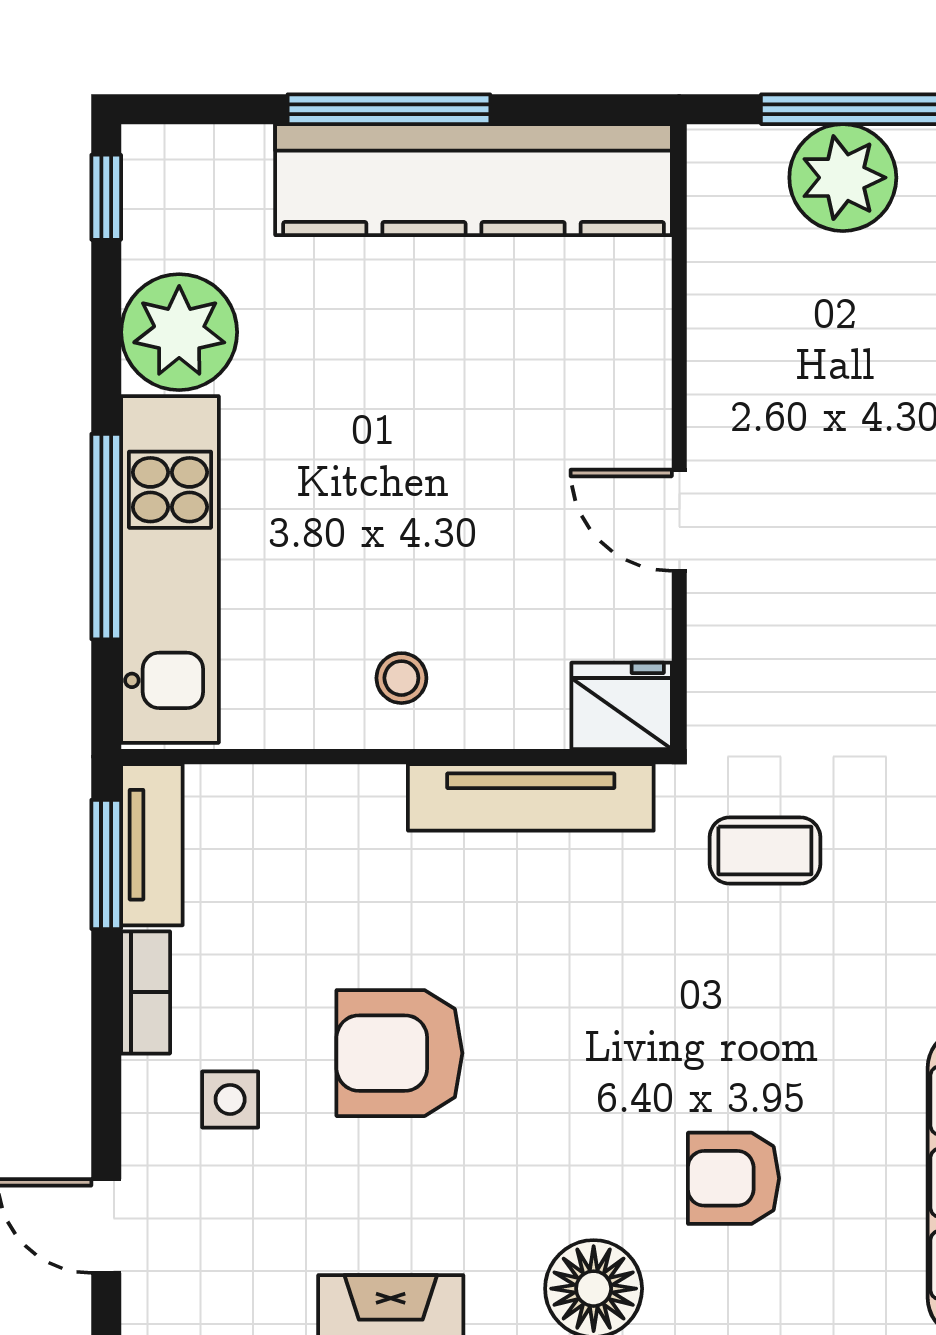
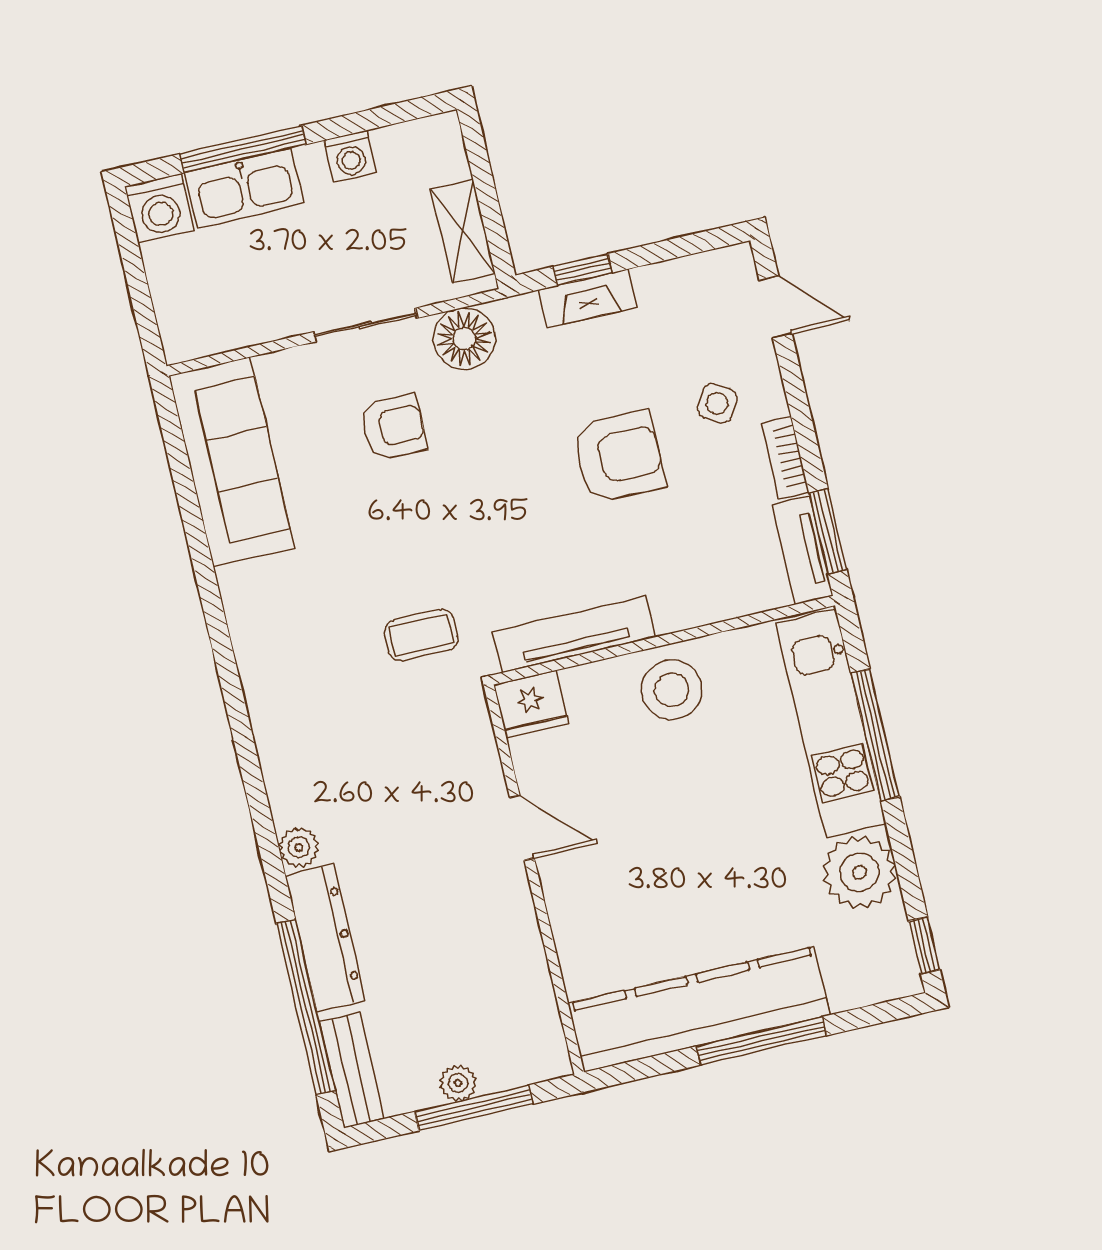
plant: (843, 178) -> (458, 1083), width x0.53, depth x0.53
stool: (401, 678) -> (672, 690), width x1.89, depth x1.89
side table: (230, 1099) -> (717, 403), turned 30

